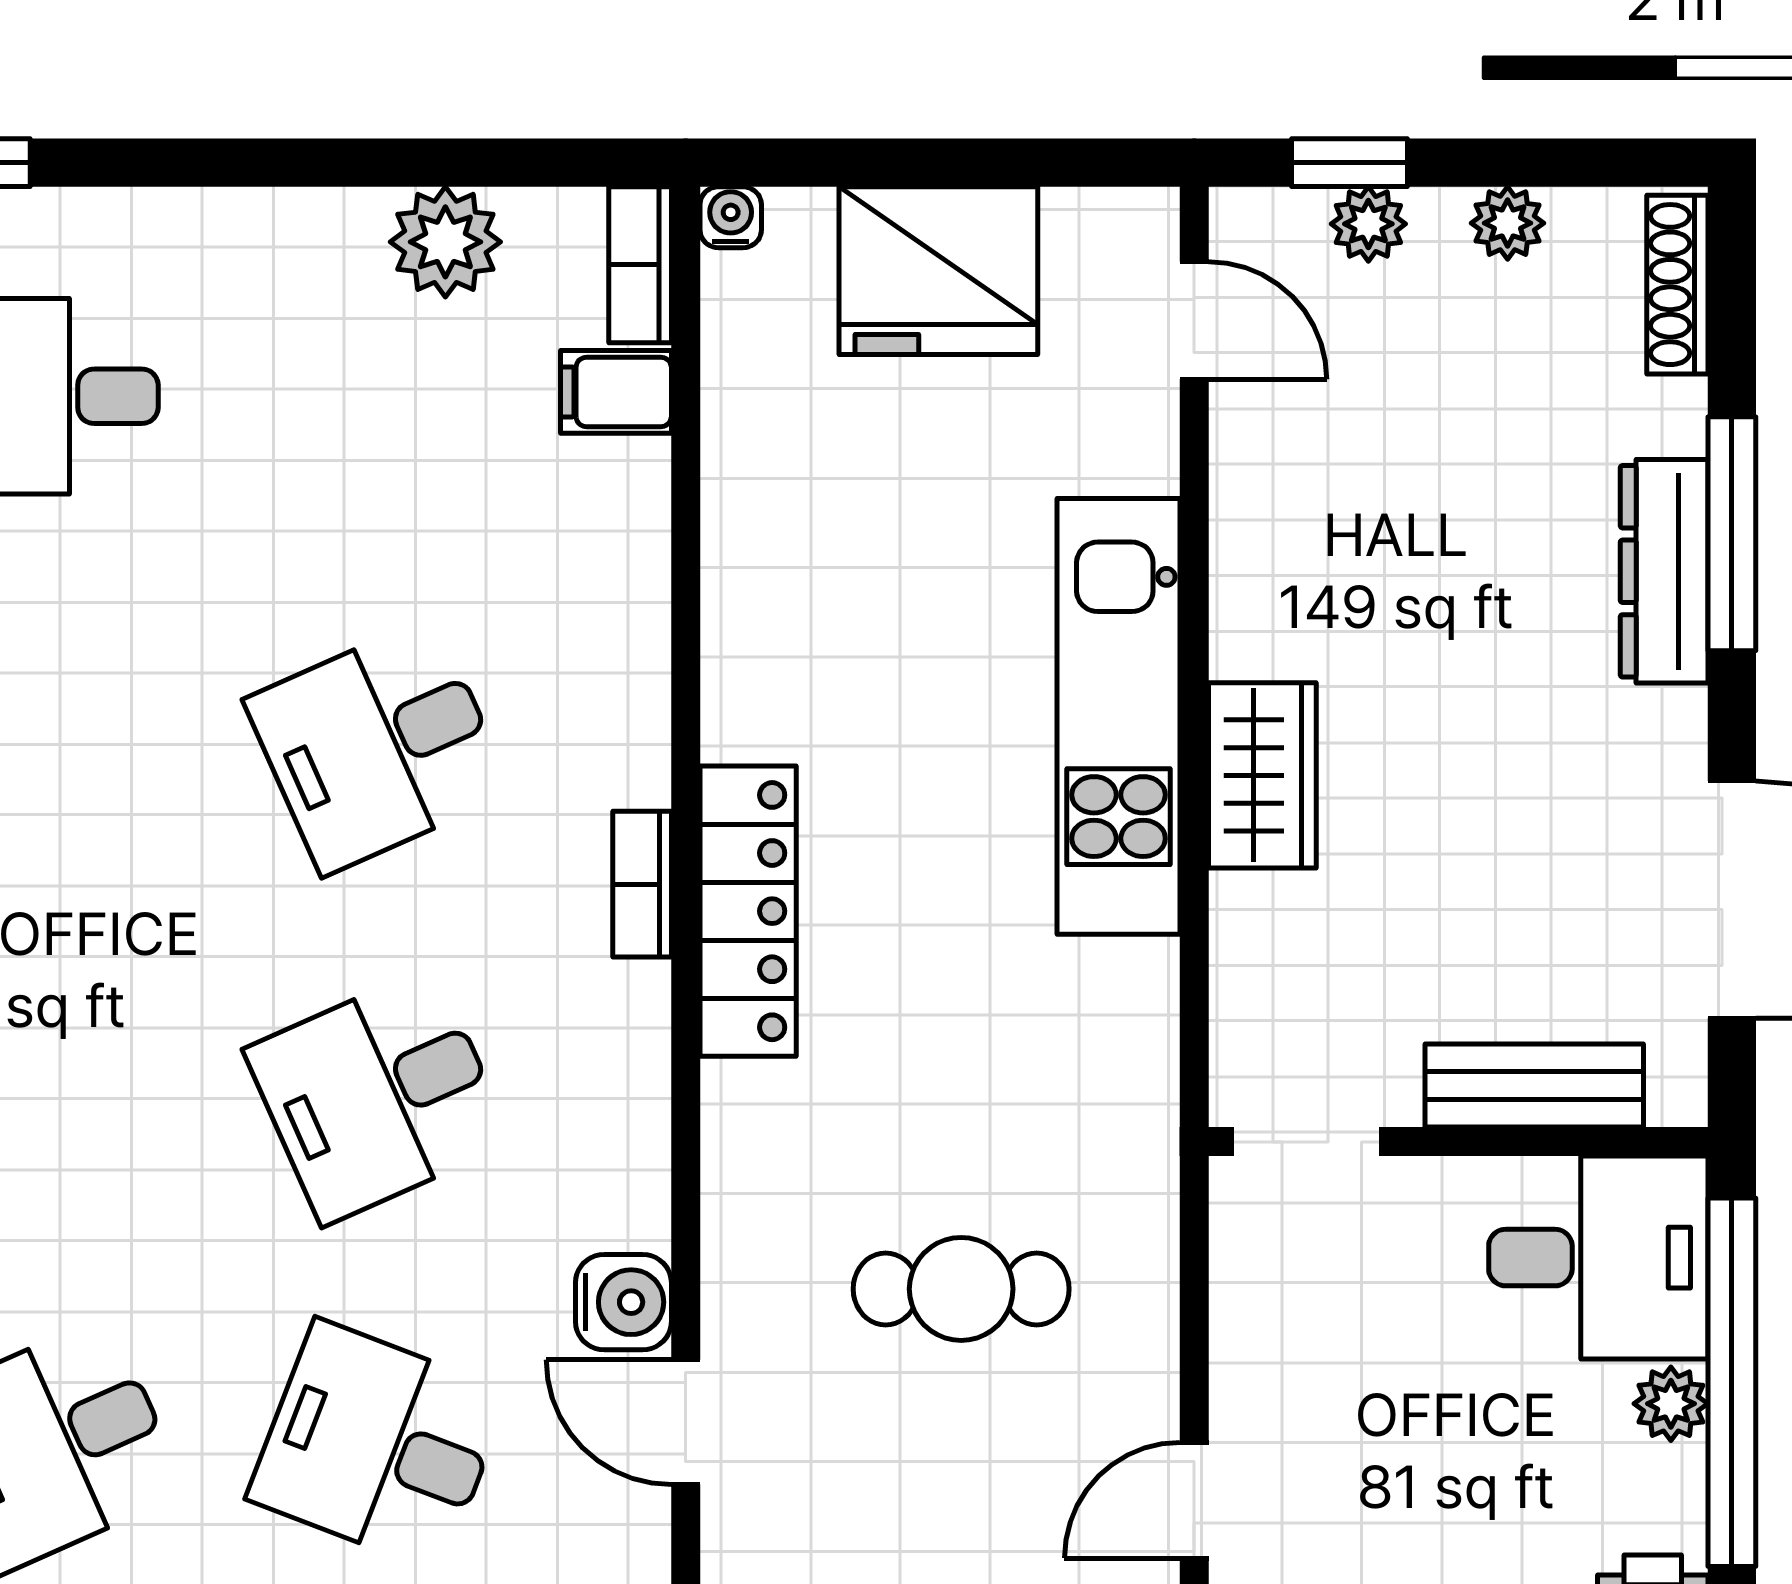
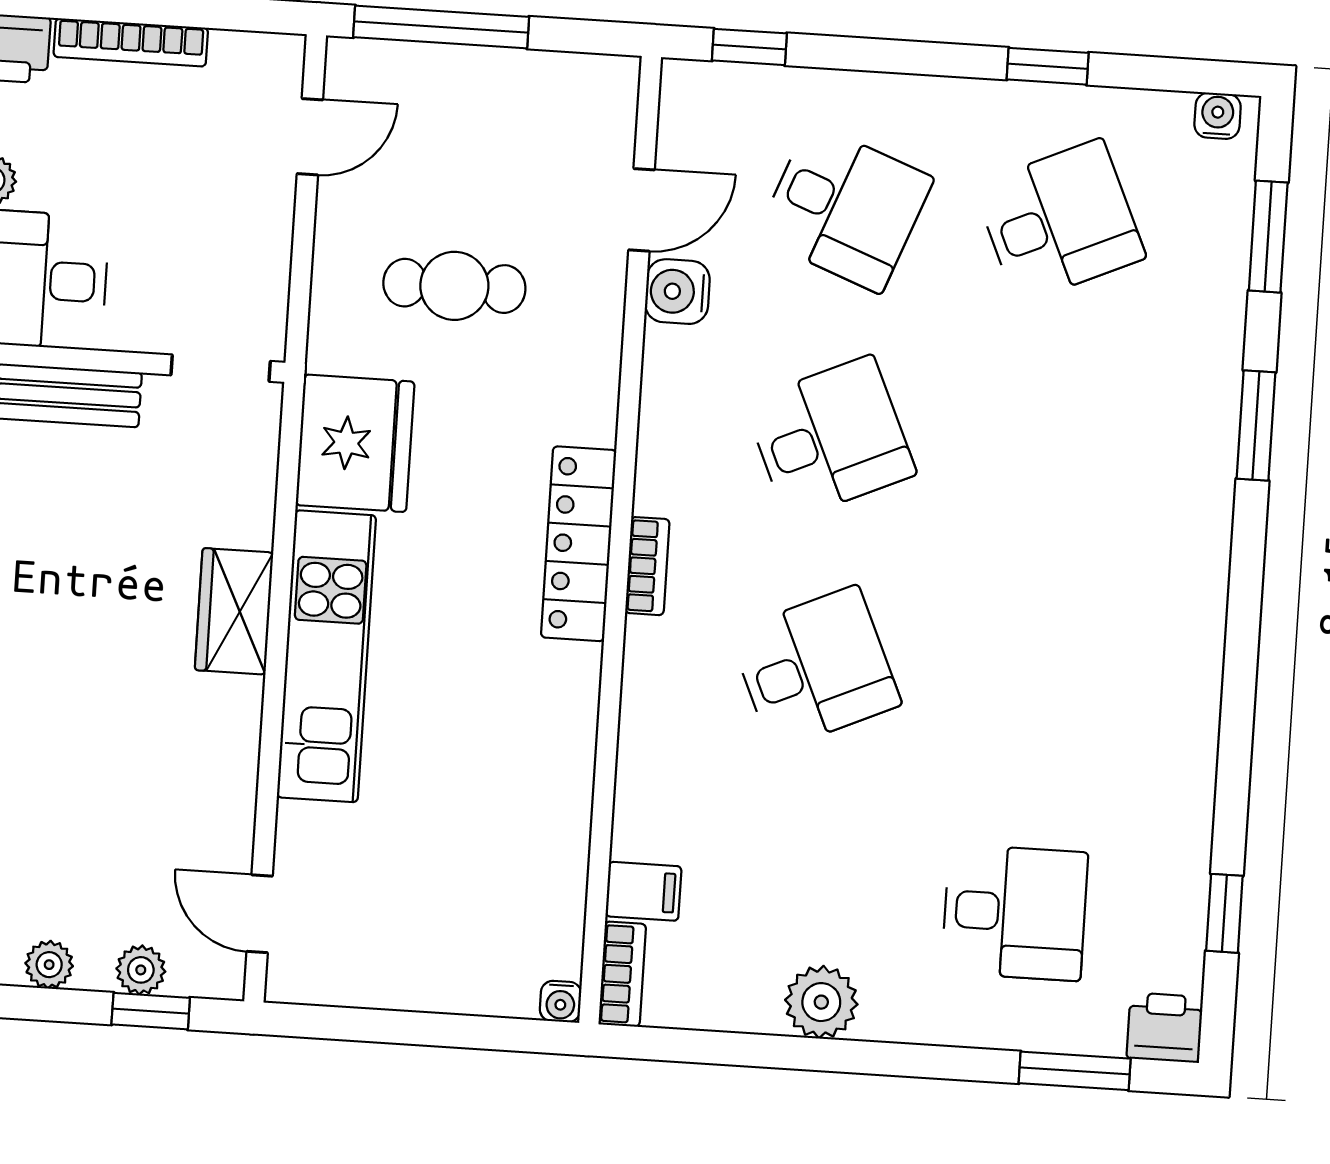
plant: (445, 242) -> (821, 1002), moved
fridge: (938, 271) -> (355, 443), moved, turned 90
door: (686, 1422) -> (642, 210), hinge flipped

